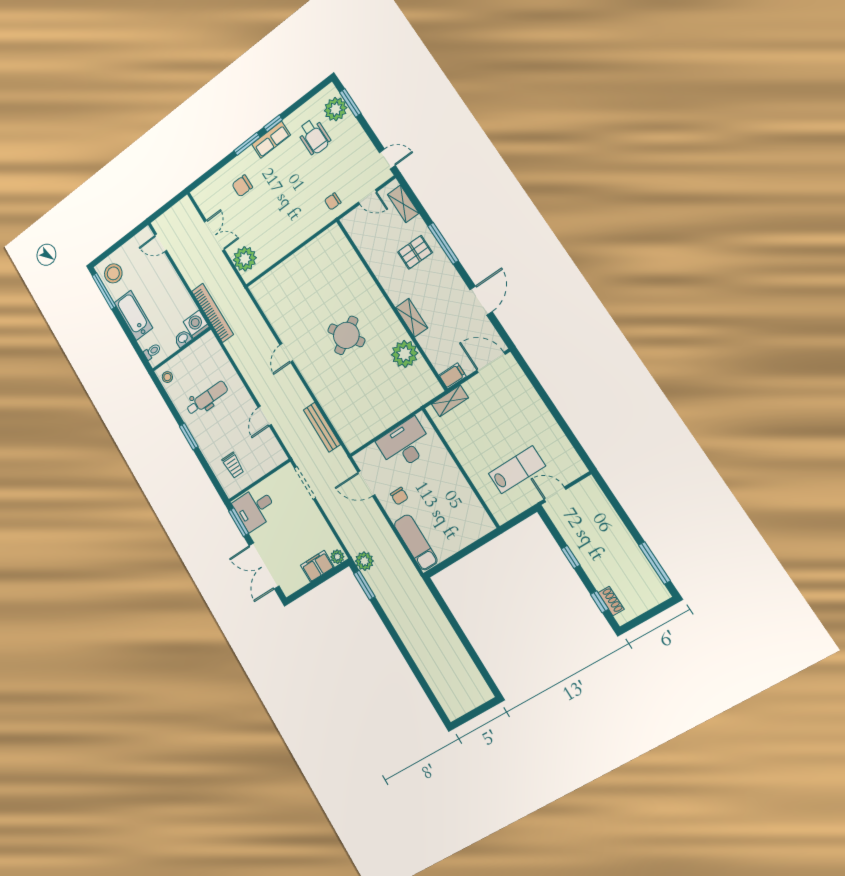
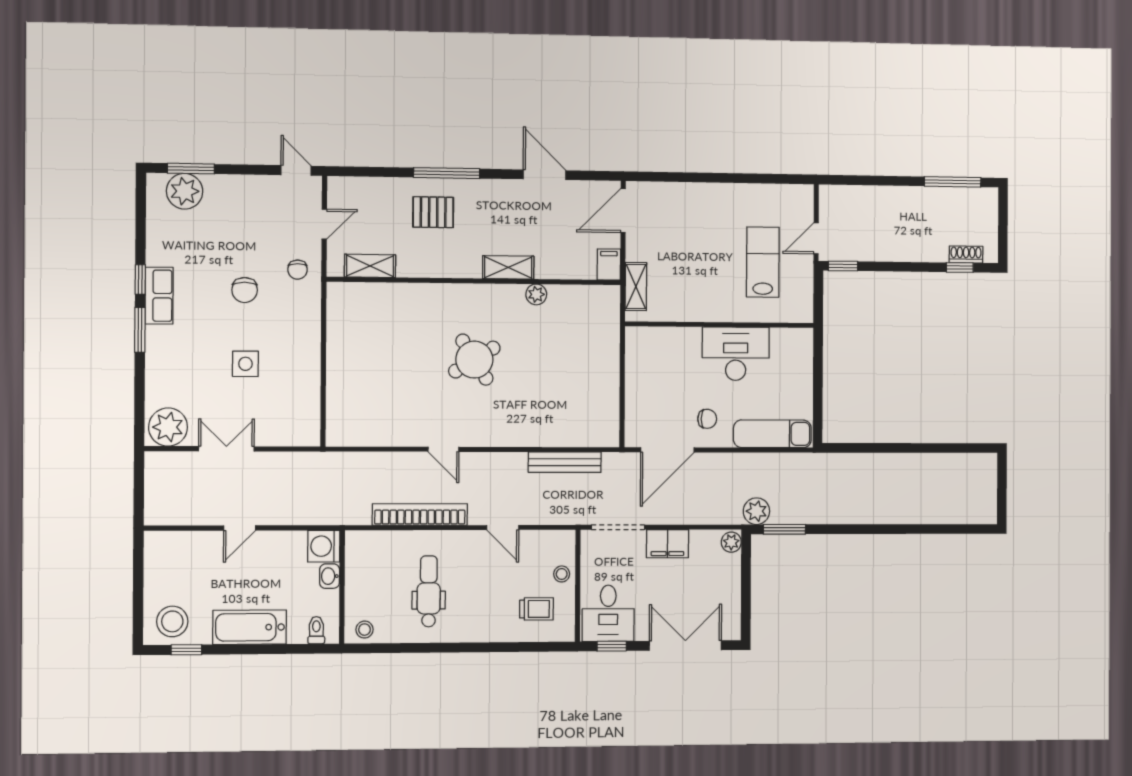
wheelchair: (314, 137) -> (198, 240), removed
door: (387, 159) -> (296, 170), hinge flipped
chair: (242, 186) -> (245, 290), moved
shelving: (403, 204) -> (370, 266), moved
side table: (264, 212) -> (245, 364), added
door: (161, 243) -> (240, 528), moved
pallet: (415, 252) -> (433, 212), turned 90
plant: (245, 259) -> (168, 427), moved
window: (104, 291) -> (186, 650), width x0.46
bookcase: (213, 313) -> (420, 514), moved
plant: (405, 354) -> (536, 294), width x0.53, depth x0.53
window: (189, 437) -> (461, 647), removed
desk: (405, 444) -> (736, 354), moved, turned 90
stool: (260, 467) -> (562, 574), added
door: (366, 484) -> (667, 450), width x1.36
window: (239, 522) -> (612, 646), width x0.67
window: (571, 557) -> (843, 266), moved
double door: (264, 566) -> (685, 646), swing flipped
filing cabinet: (317, 566) -> (667, 544), moved, turned -90

